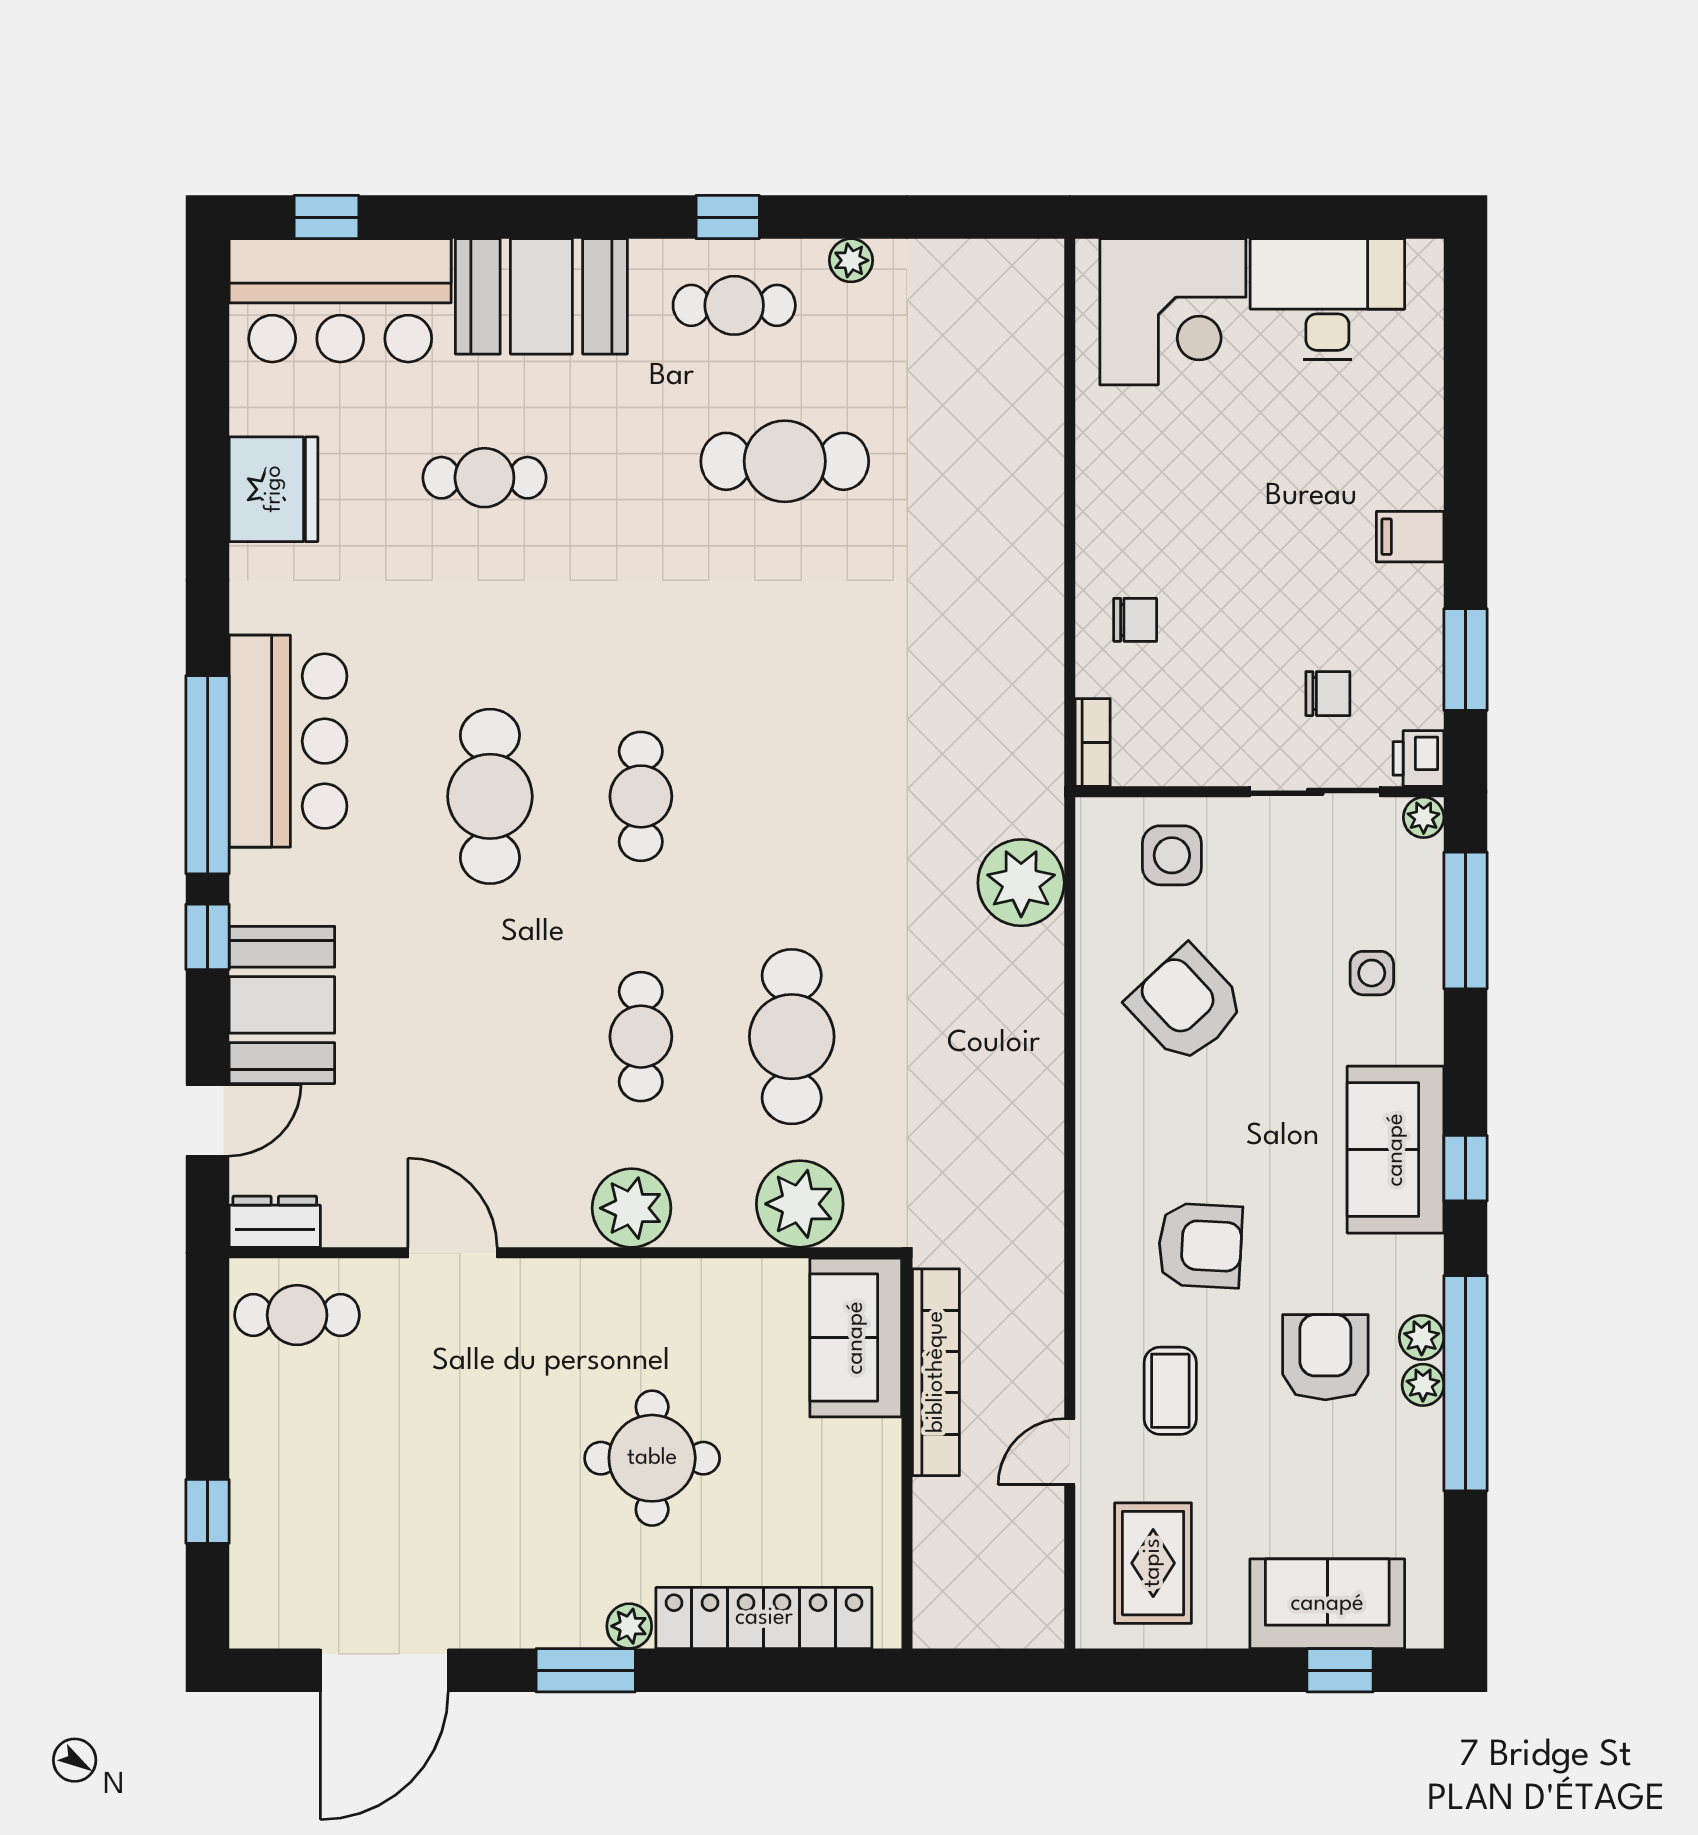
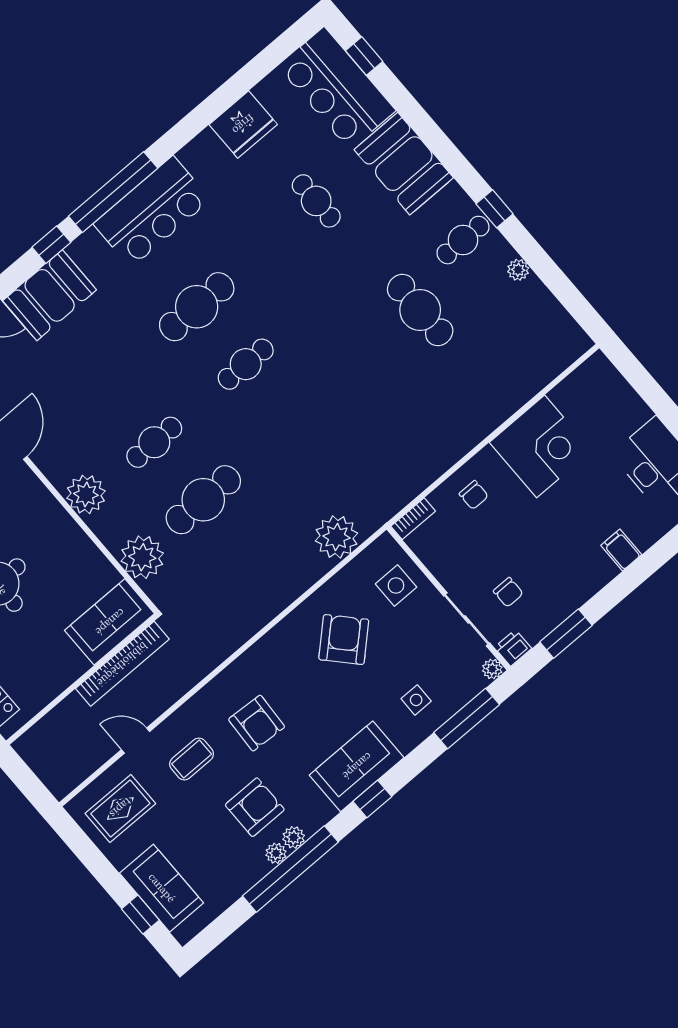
cafe table: (734, 305) -> (463, 240), turned 90
corner desk: (1173, 312) -> (541, 446), moved, turned -90
filing cabinet: (1410, 537) -> (621, 550), moved

